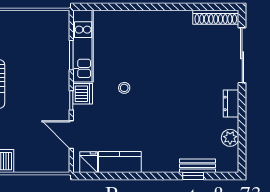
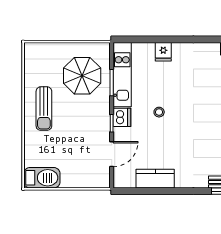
parasol: (39, 47) -> (82, 76), added
door: (71, 135) -> (112, 154), swing flipped
fridge: (89, 162) -> (163, 52), moved, turned 180

